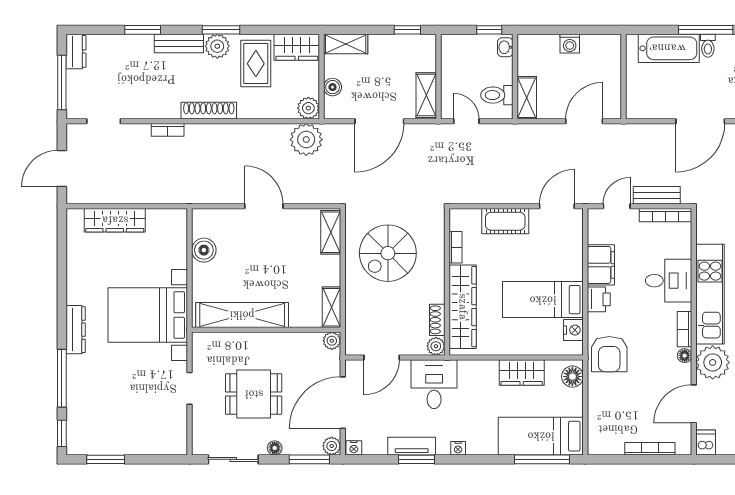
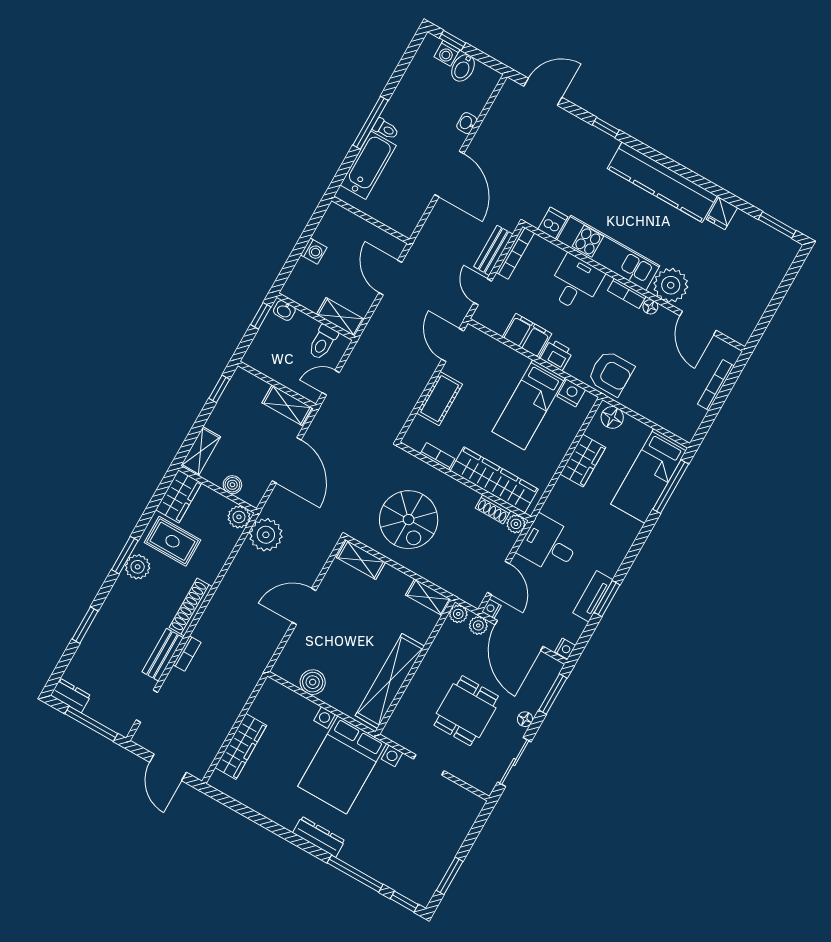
bench: (179, 43) -> (163, 655), moved
dishwasher: (706, 443) -> (553, 223), moved, turned 90
plant: (332, 446) -> (478, 625), moved
nightstand: (458, 448) -> (492, 609), moved, turned 180

